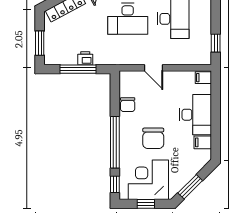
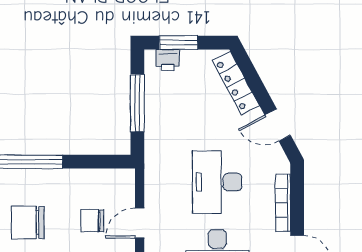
printer: (85, 58) -> (168, 60), moved, turned 90
chair: (128, 105) -> (92, 221), moved

